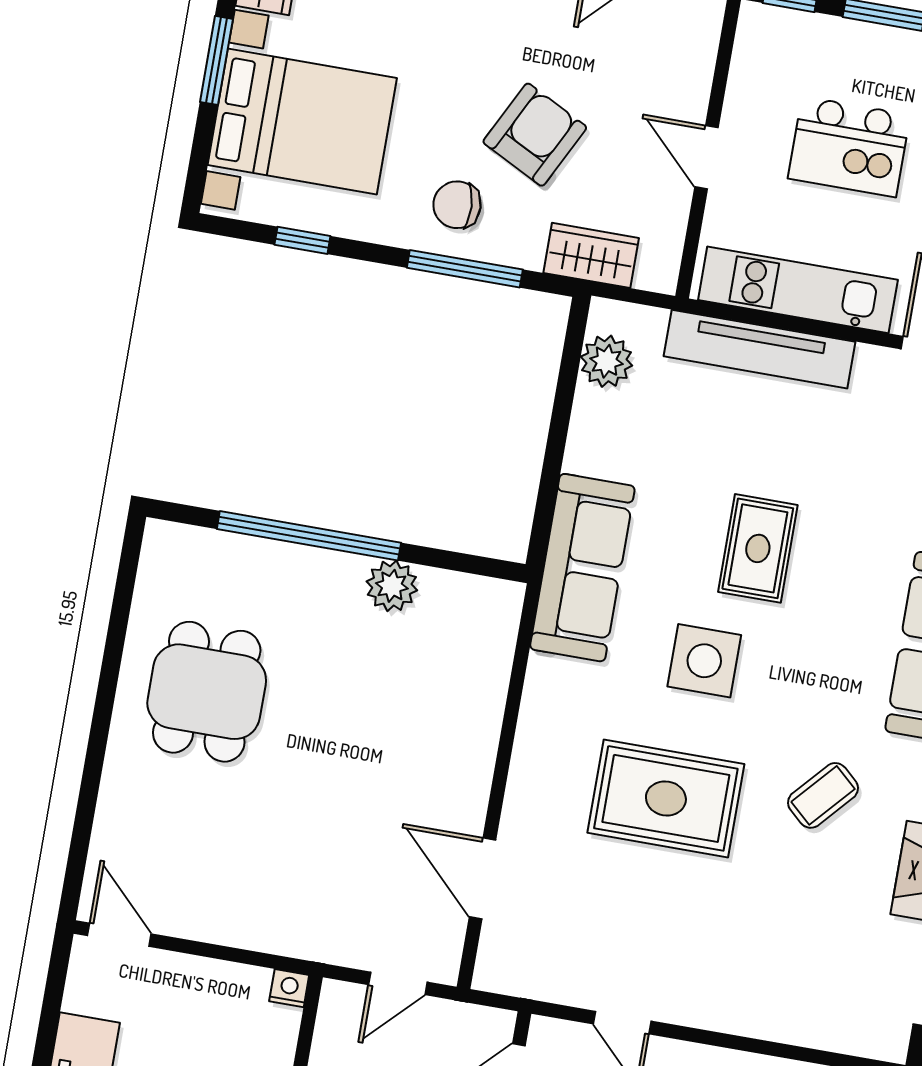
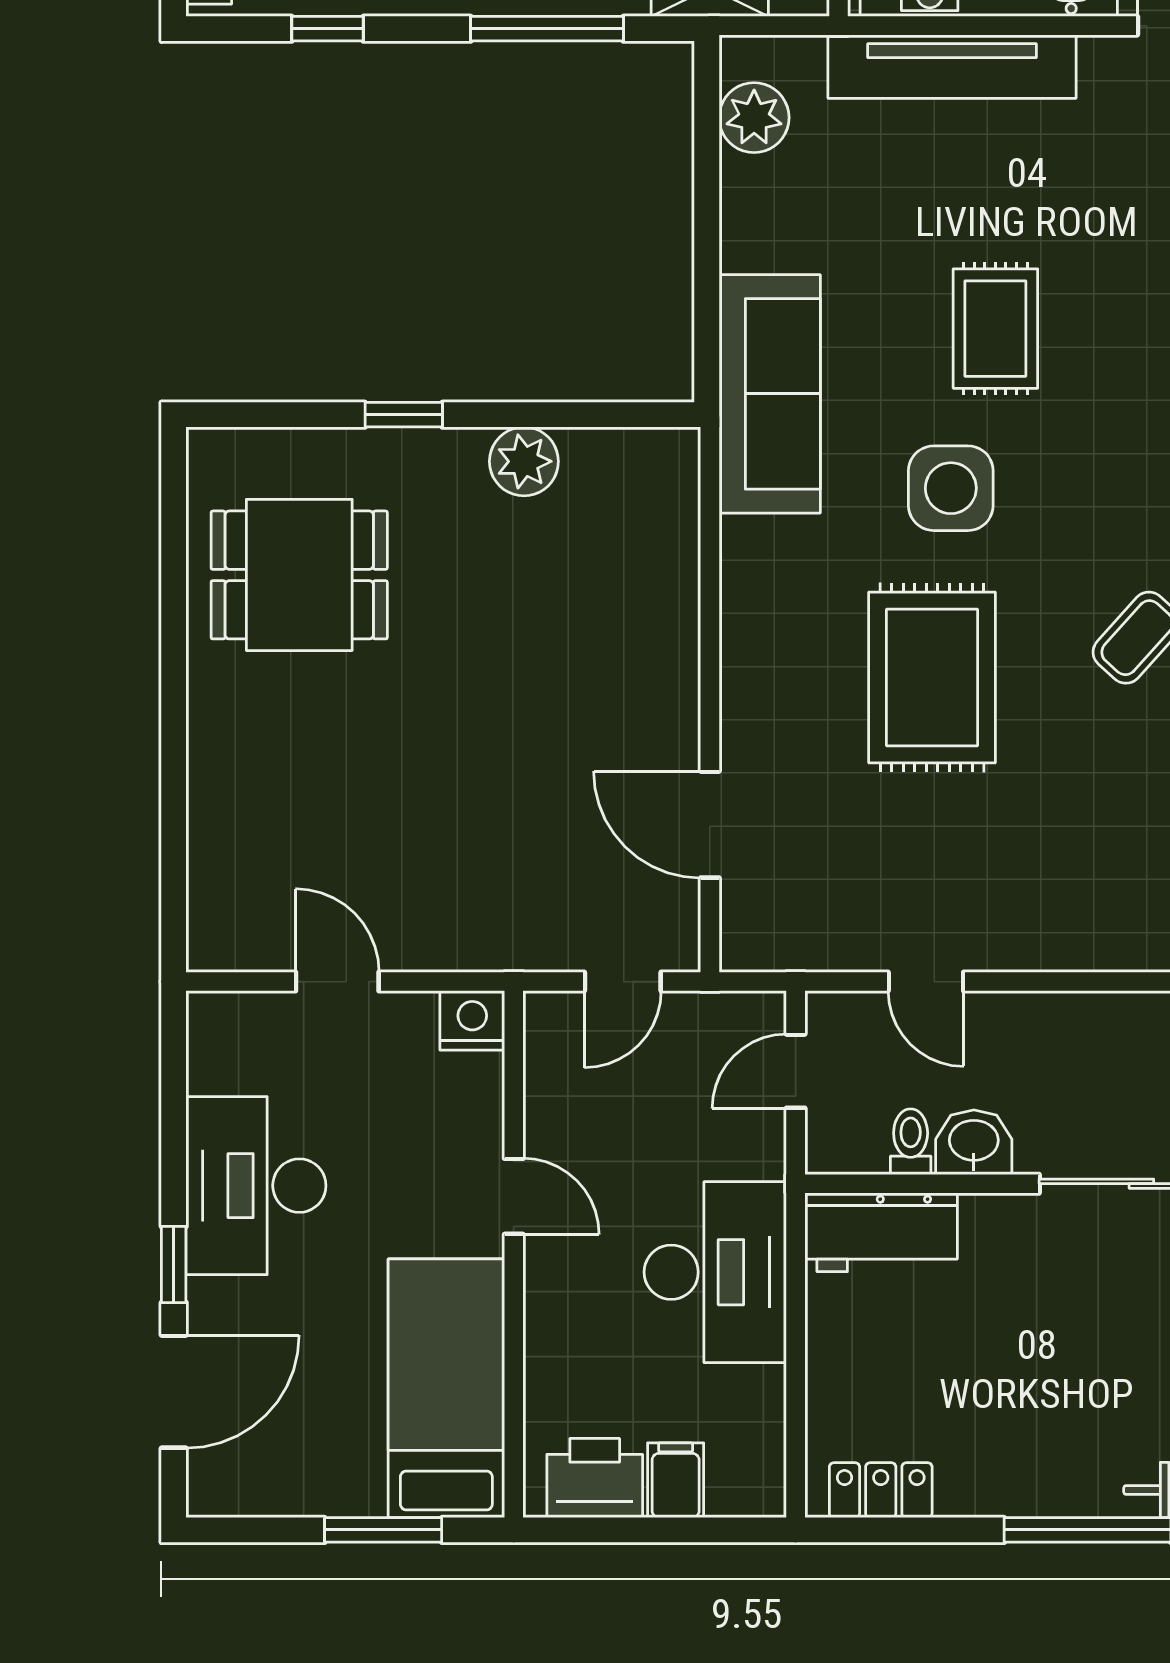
window: (309, 536) -> (404, 415), width x0.32
dining table: (207, 692) -> (299, 575), moved, turned 90
rug: (666, 798) -> (932, 678), turned 90
door: (119, 935) -> (337, 982), moved
nightstand: (289, 988) -> (472, 1020), width x1.39, depth x1.35

